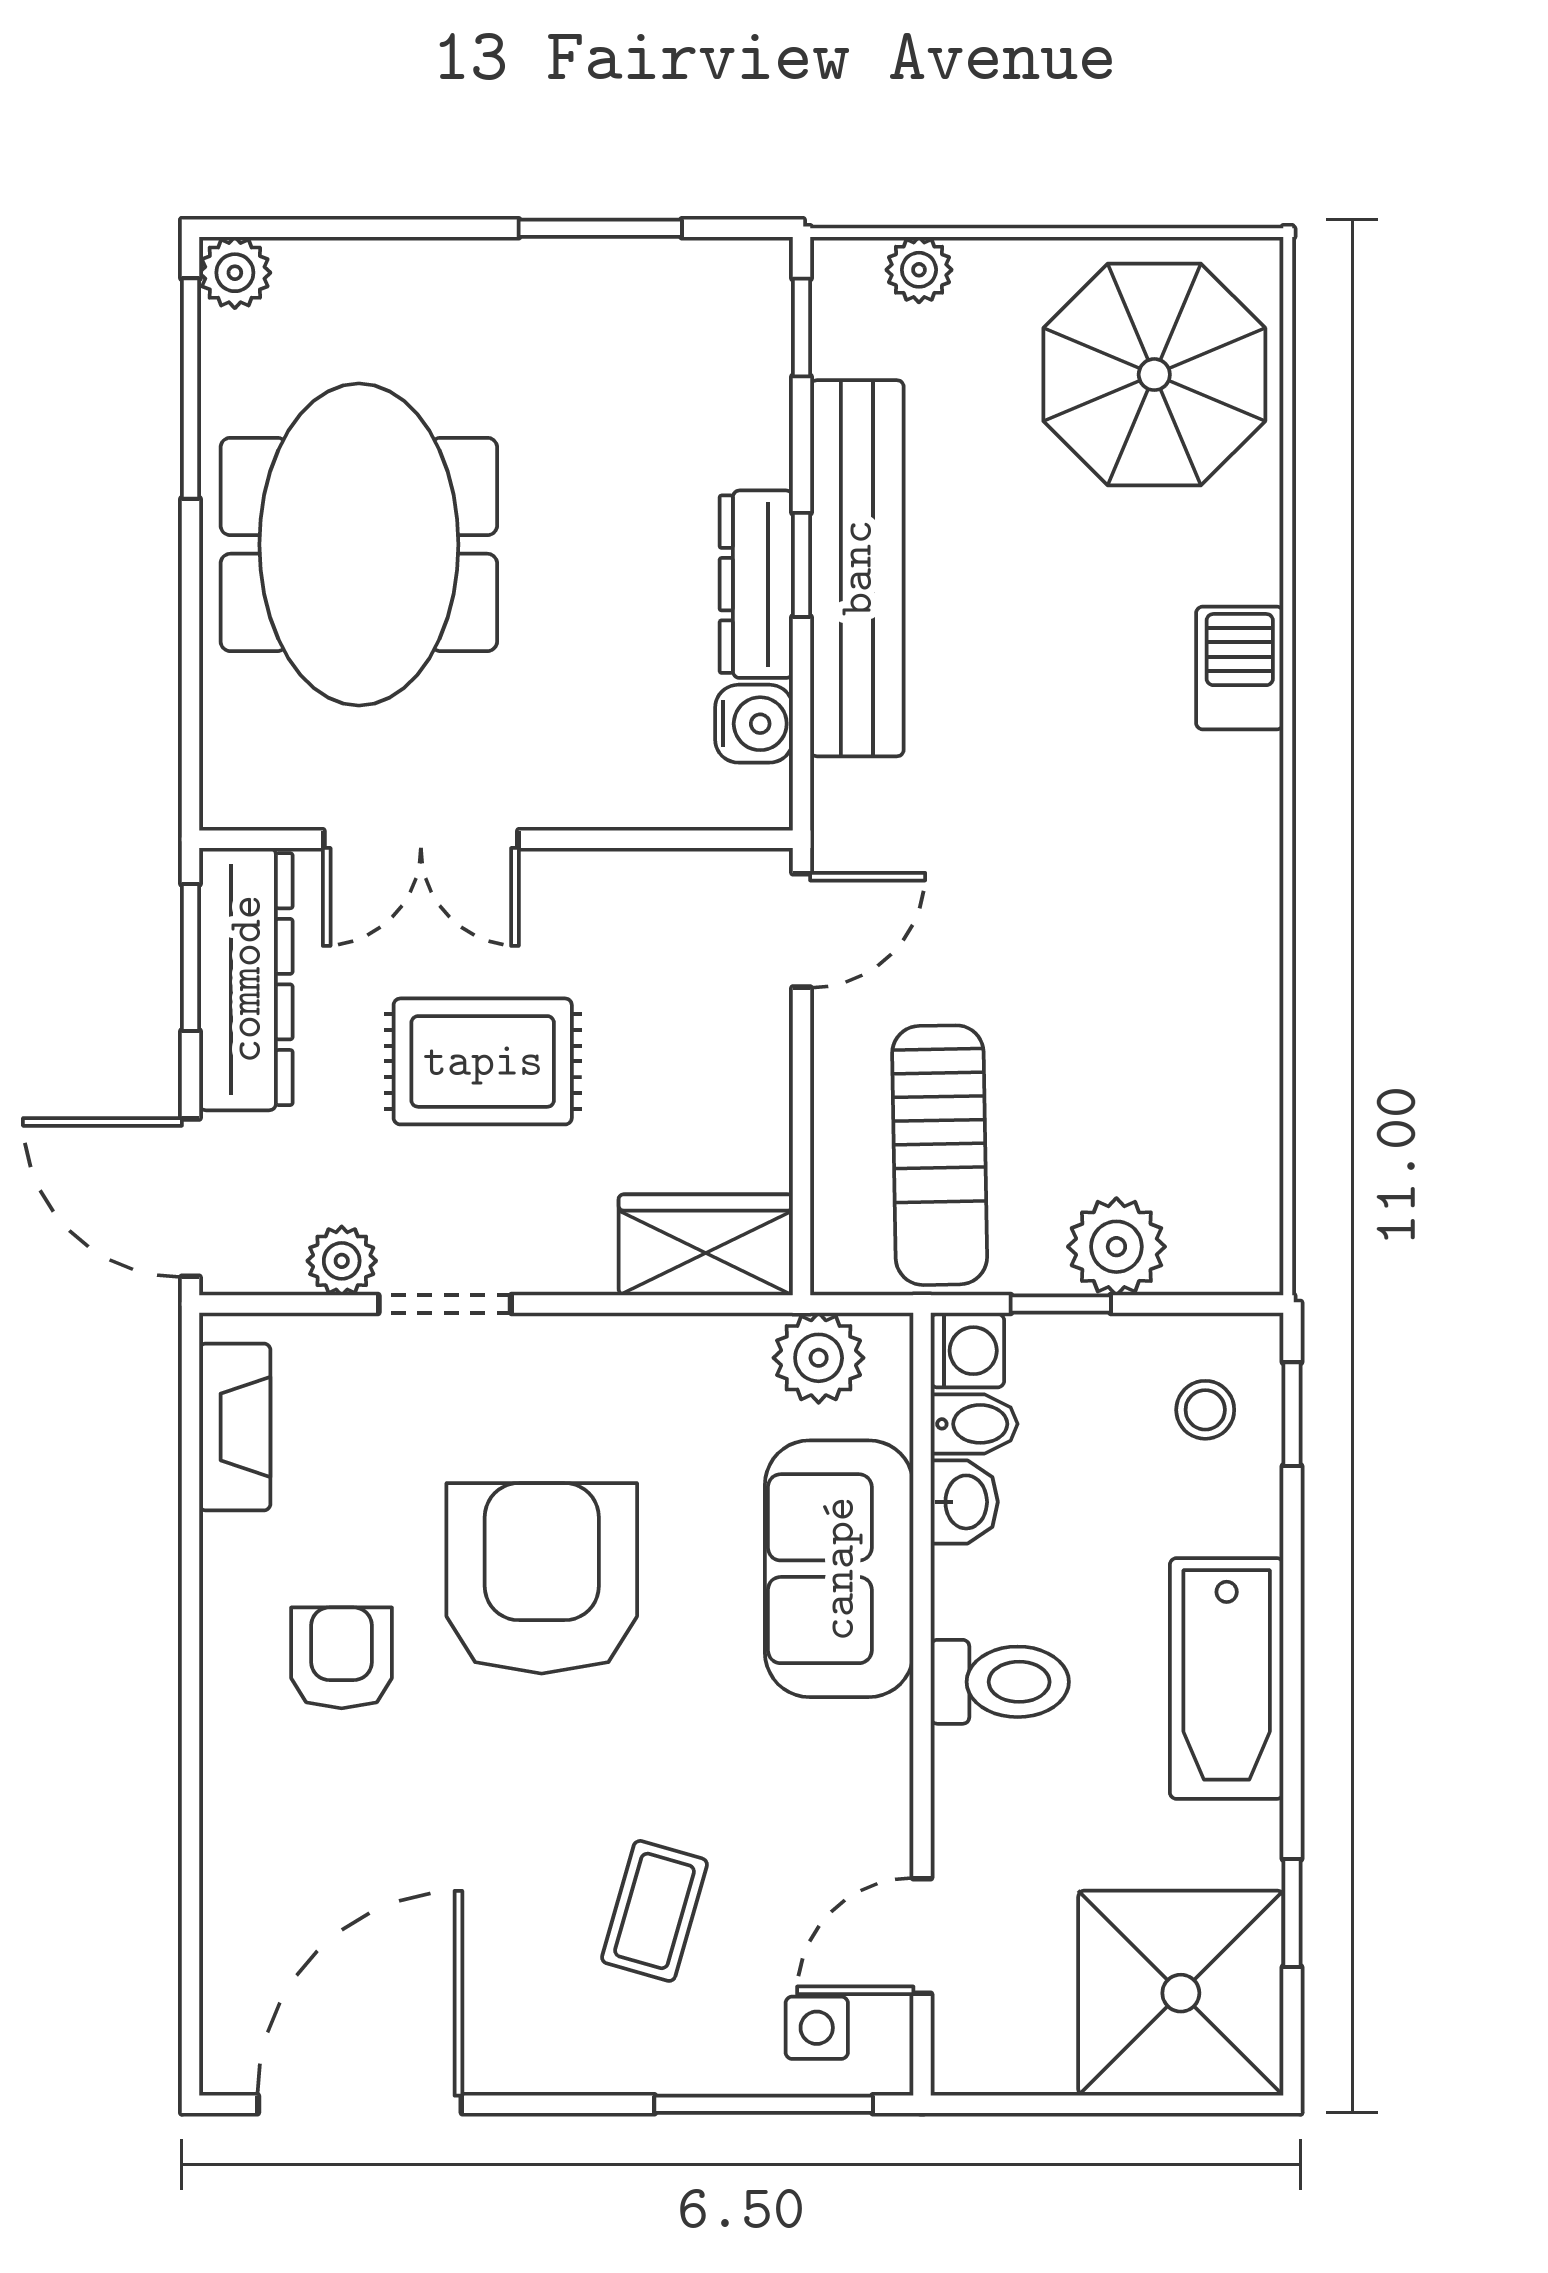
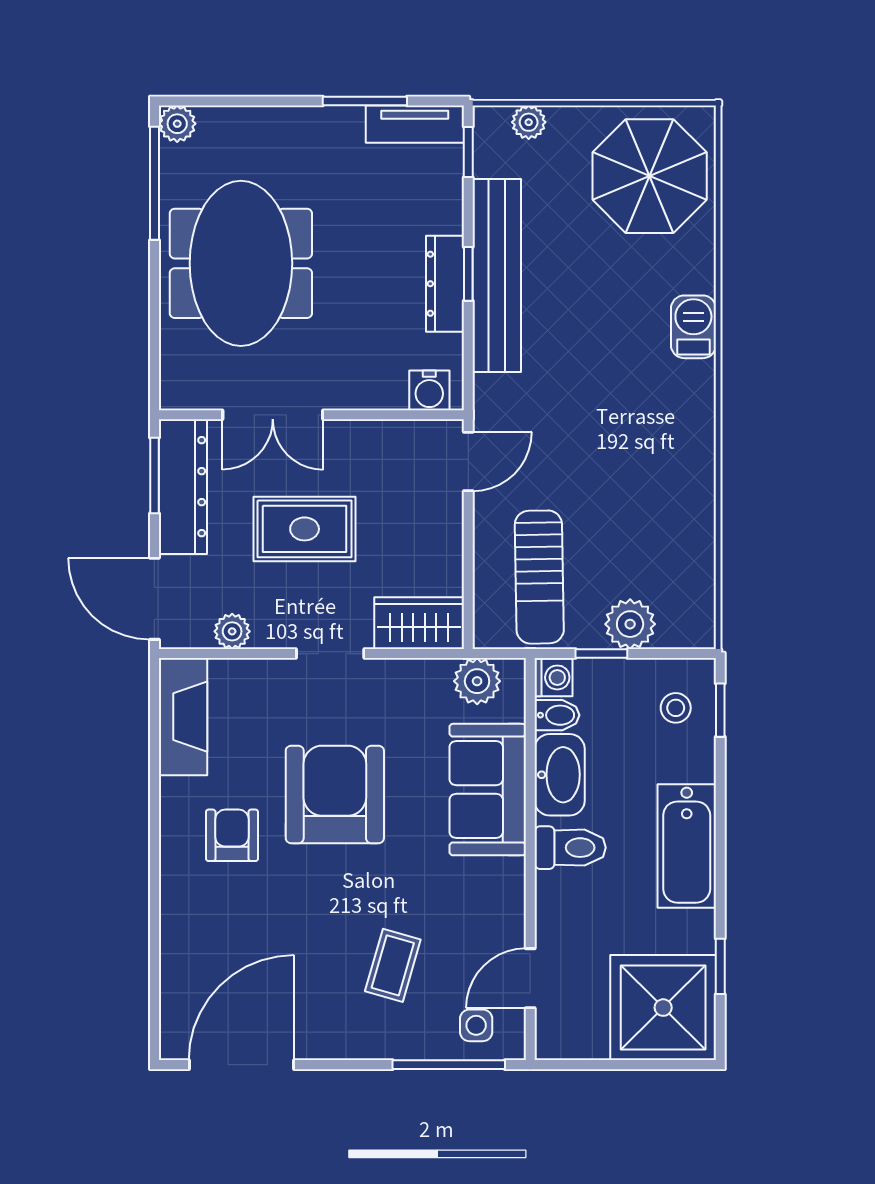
tv unit: (697, 273) -> (415, 124), added
water cooler: (754, 724) -> (429, 390), moved, turned 90
doorway: (445, 1304) -> (330, 654), moved
fireplace: (235, 1427) -> (183, 717), width x1.37, depth x1.32
washbasin: (964, 1502) -> (560, 775), width x1.91, depth x1.45

